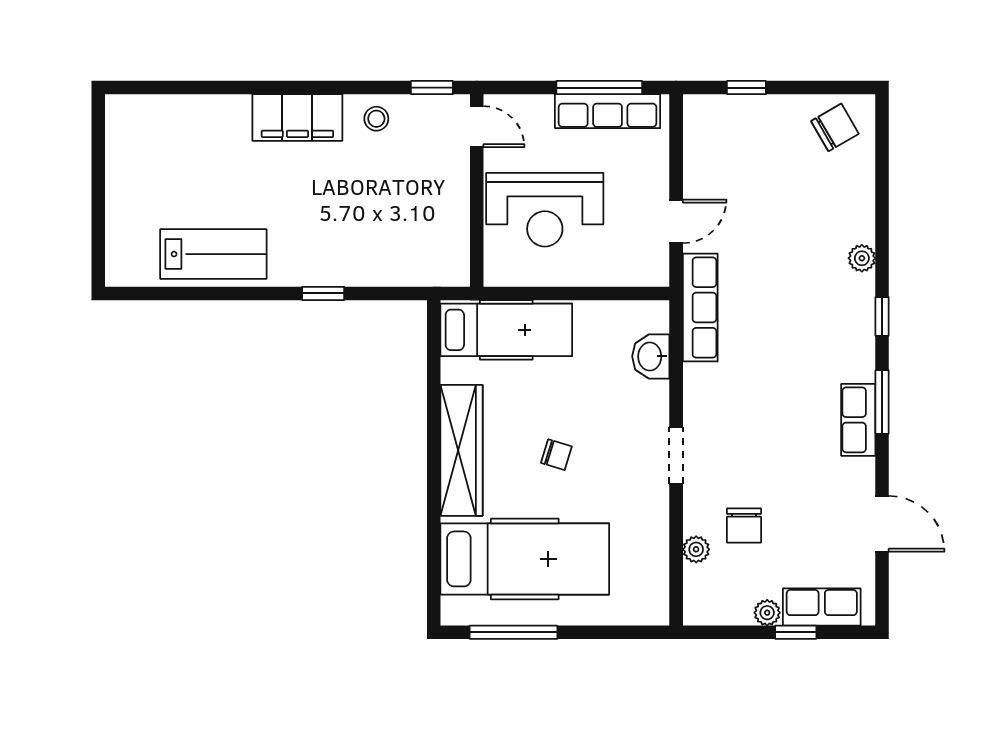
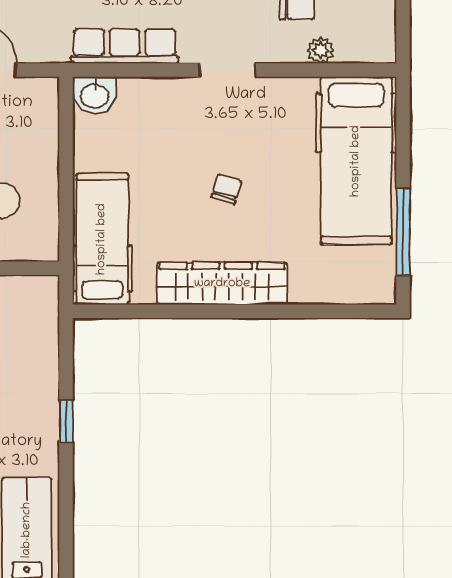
row of seats: (700, 307) -> (125, 46), moved
washbasin: (651, 356) -> (95, 95), moved
hospital bed: (525, 559) -> (356, 161), moved, turned 180

